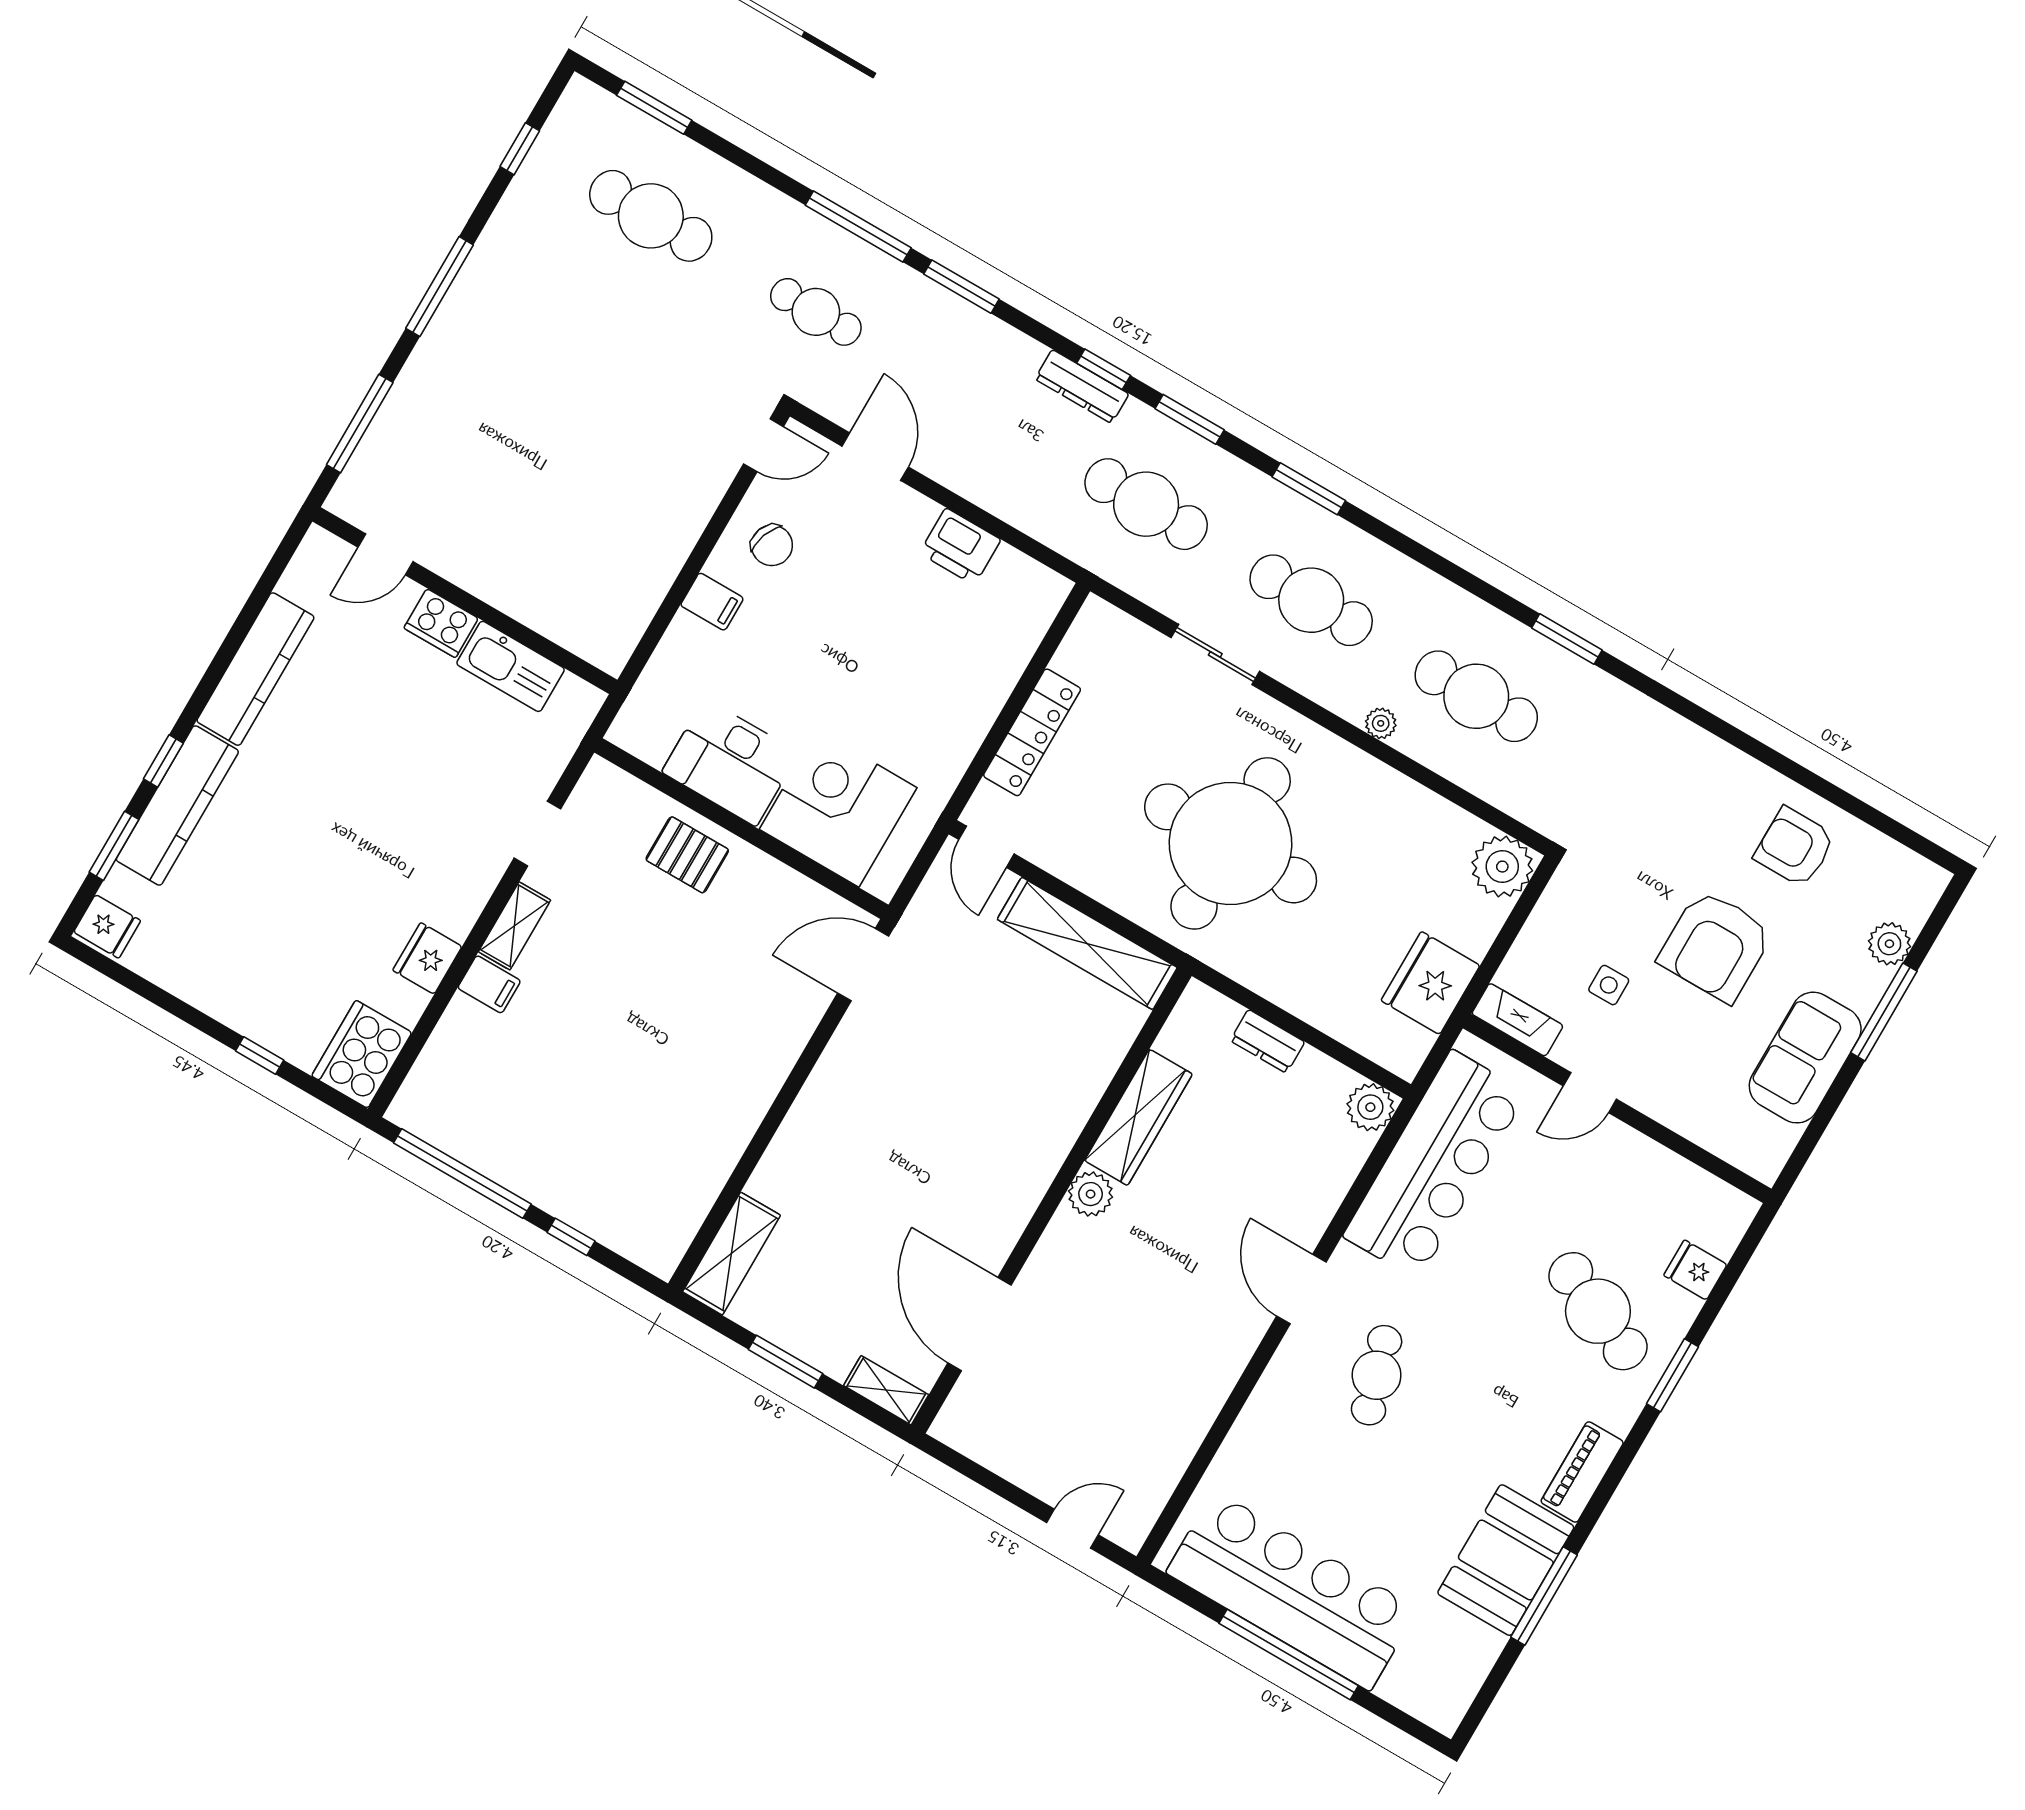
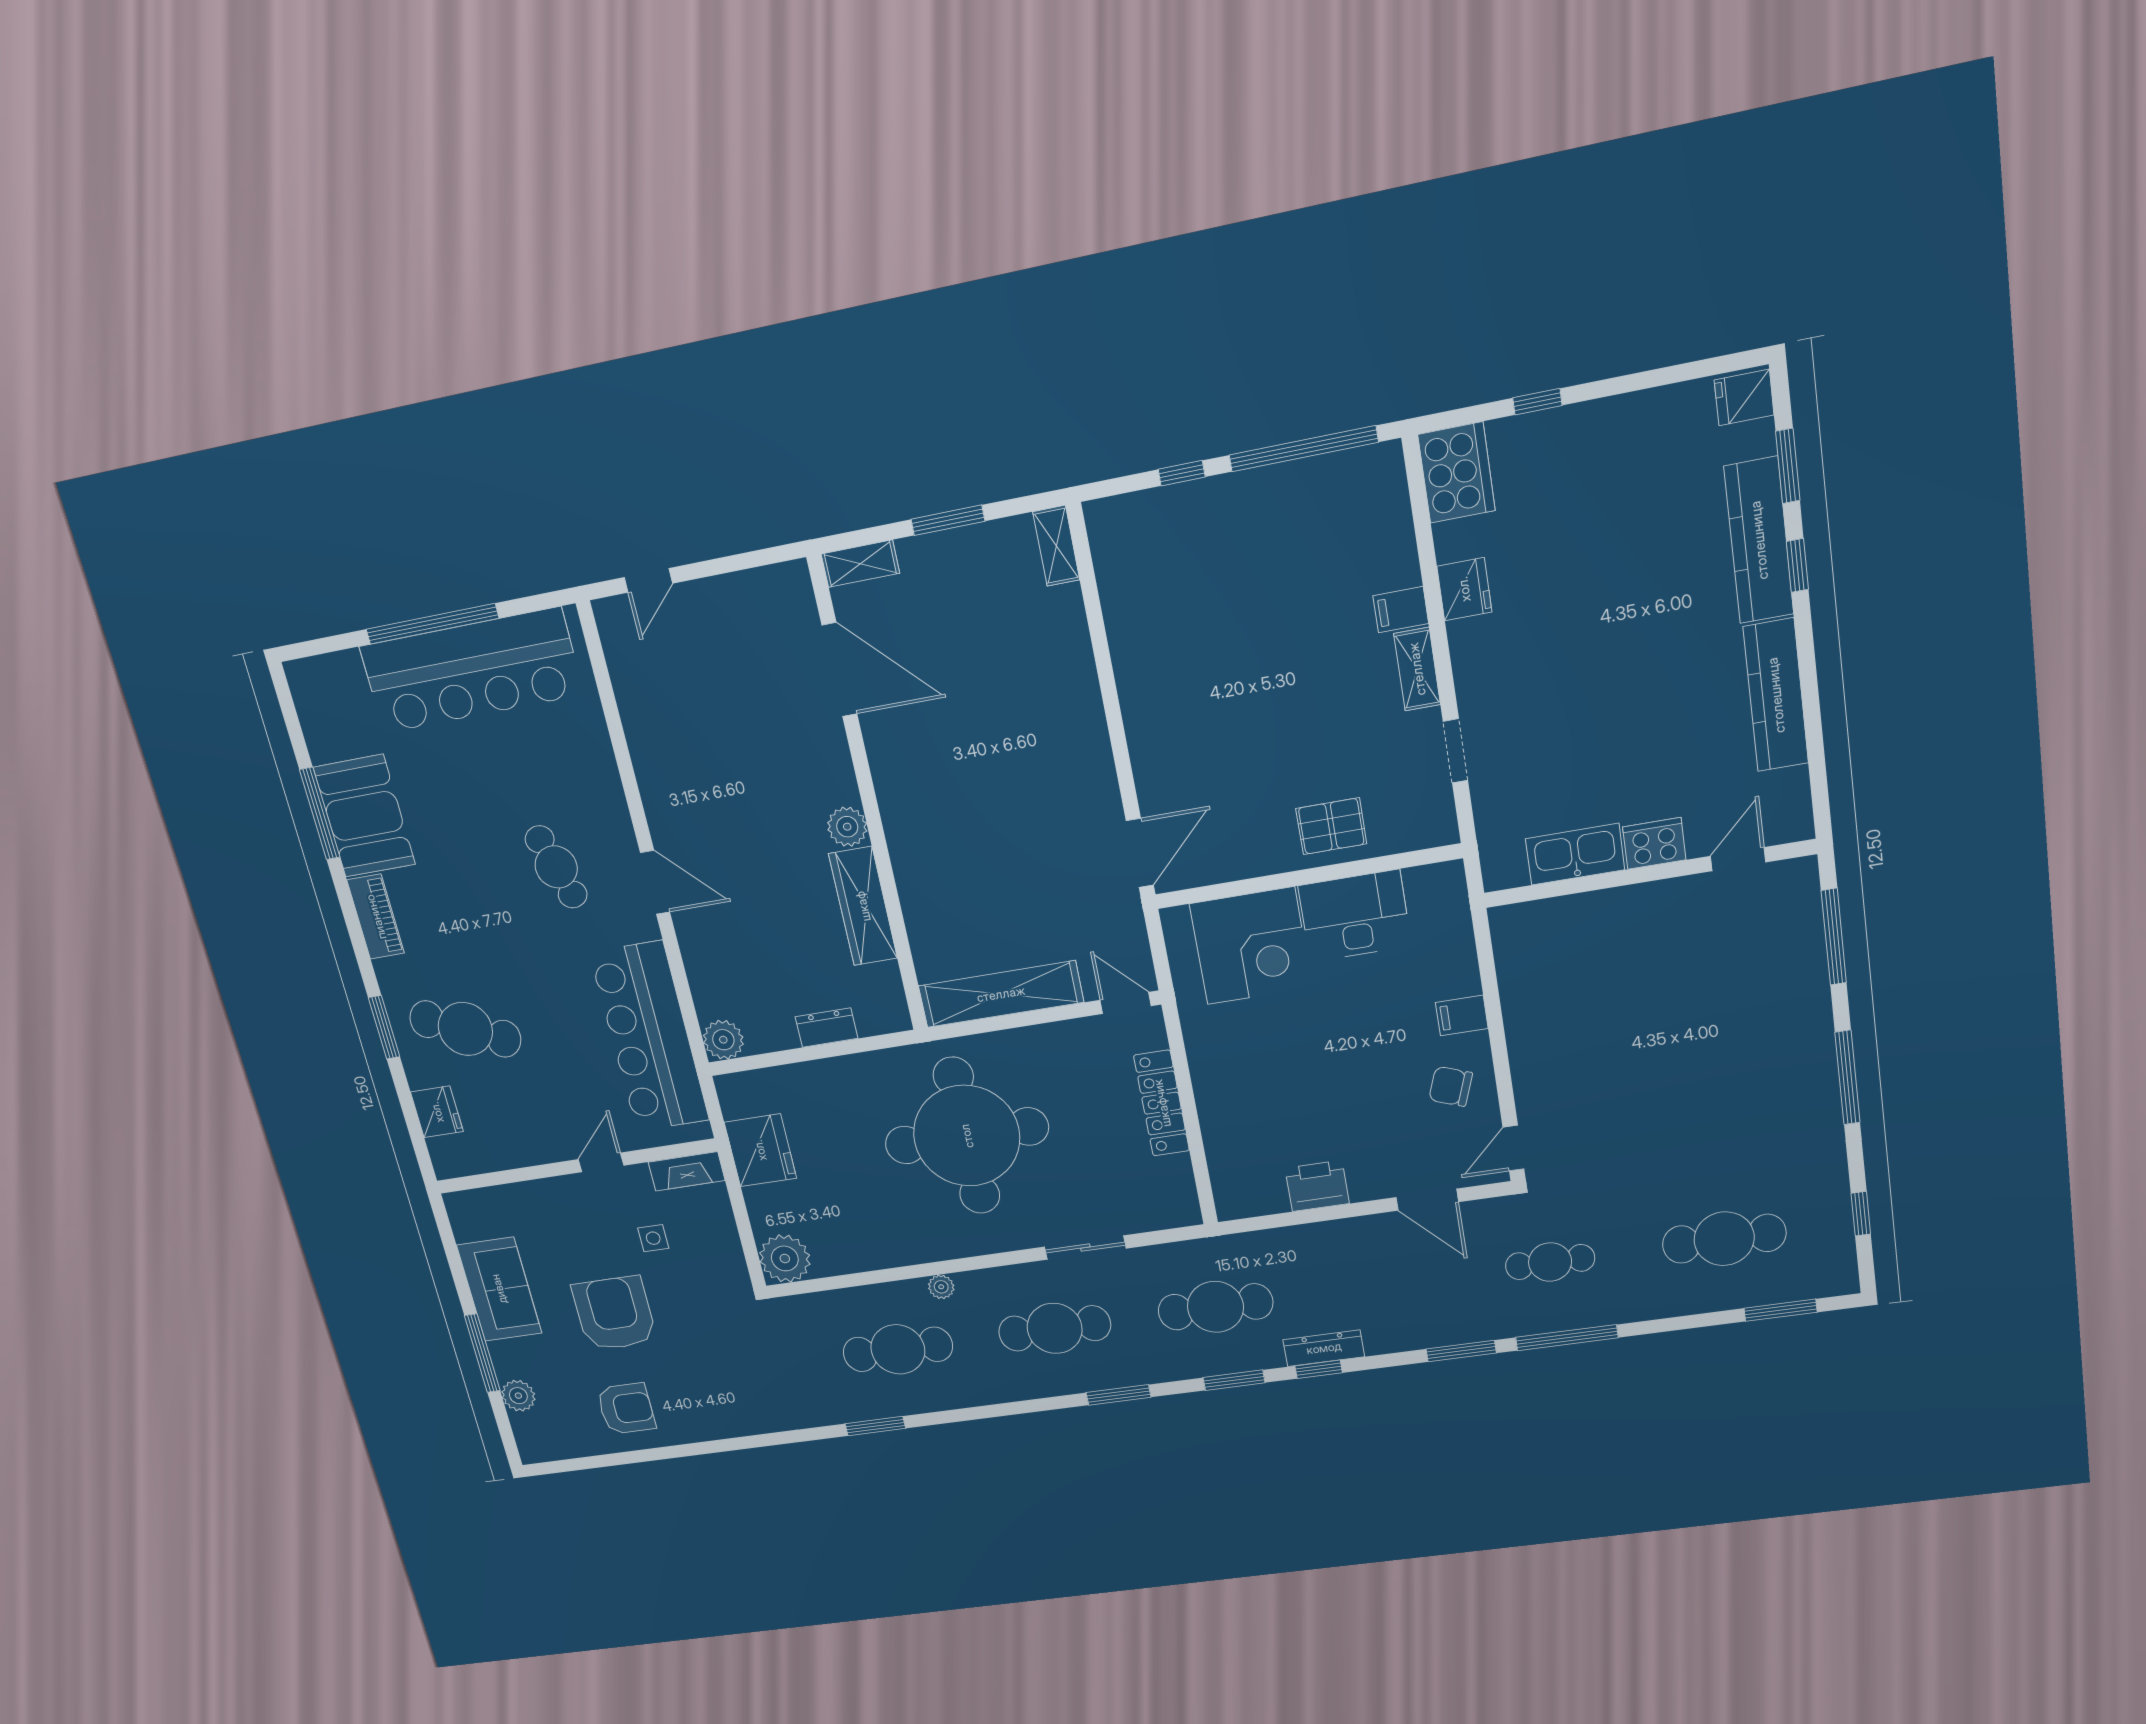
shelving: (731, 1254) -> (1056, 546), width x0.67, depth x0.75
fridge: (1695, 1270) -> (437, 1112), width x1.38

